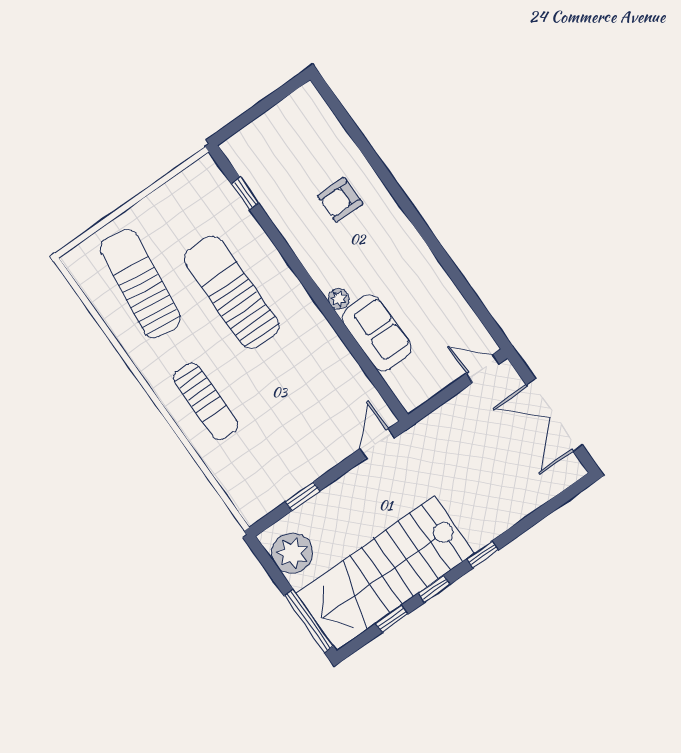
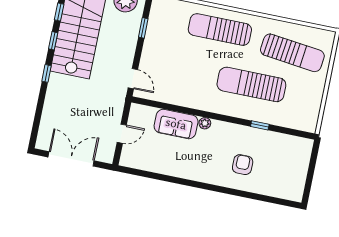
window: (245, 194) -> (260, 125), moved
sun lounger: (232, 292) -> (251, 84), turned 180
door: (483, 369) -> (122, 134), moved
sun lounger: (206, 401) -> (220, 30), width x1.36, depth x1.34

